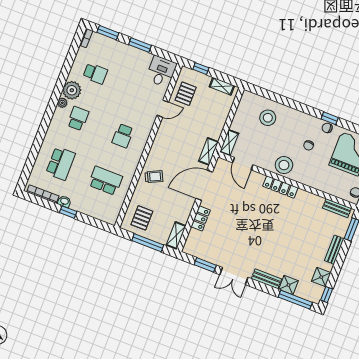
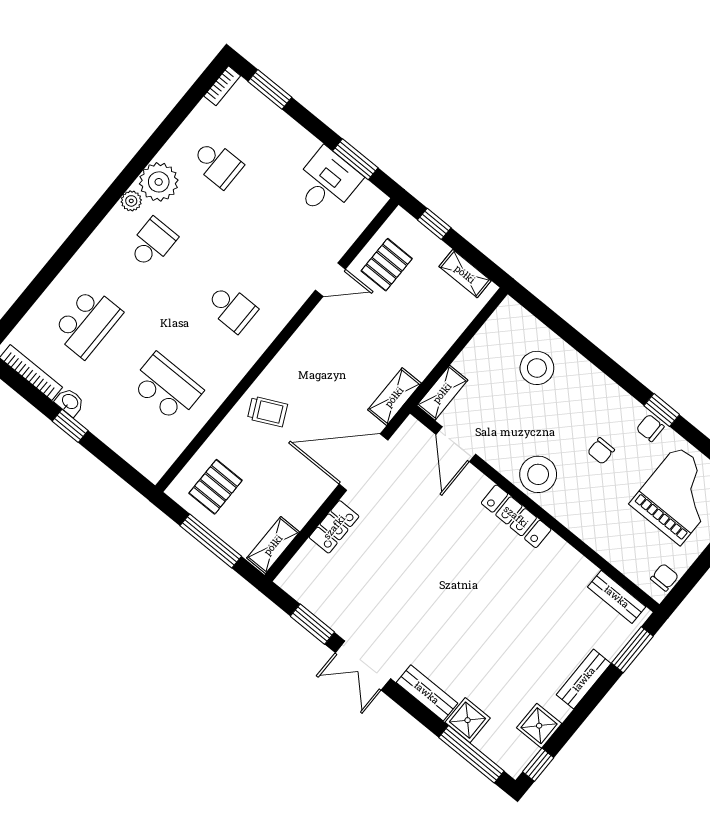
window: (140, 45) -> (355, 159), moved
desk: (161, 72) -> (326, 182), moved
school desk: (123, 136) -> (232, 308), turned -90

